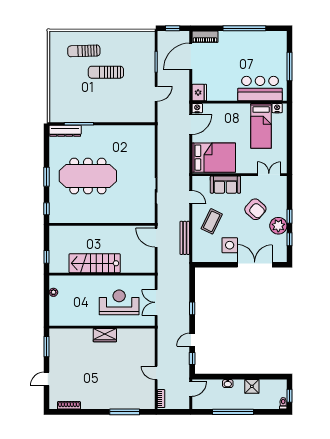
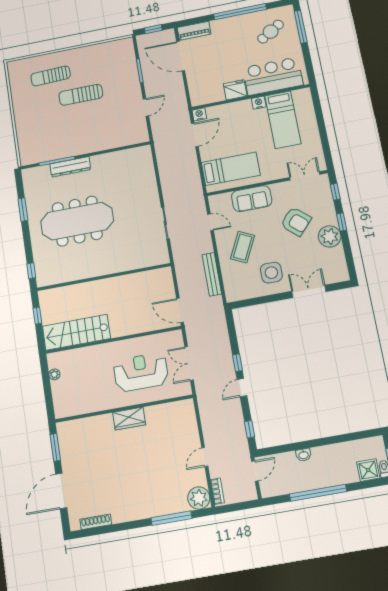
cafe table: (265, 51) -> (271, 32), added
door: (191, 56) -> (181, 56), hinge flipped
window: (290, 67) -> (301, 27), moved
fridge: (199, 93) -> (235, 90), moved, turned -90
nightstand: (277, 108) -> (259, 103), moved
dresser: (65, 131) -> (70, 167), moved
bed: (214, 158) -> (231, 169), width x0.67
window: (47, 177) -> (23, 210), moved
door: (156, 238) -> (180, 310), moved
window: (290, 239) -> (335, 192), moved
window: (47, 257) -> (37, 316), moved
stairs: (95, 263) -> (76, 332), moved
double door: (255, 265) -> (309, 291), width x0.73
door: (192, 340) -> (242, 388), moved
door: (156, 373) -> (205, 457), hinge flipped
door: (47, 379) -> (61, 491), width x1.88
shower: (252, 386) -> (368, 470), moved
plant: (147, 401) -> (199, 498), added

